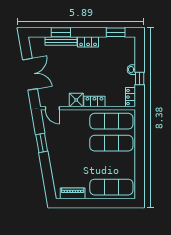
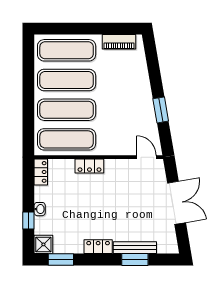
double door: (30, 74) -> (177, 203), swing flipped
window: (140, 78) -> (28, 221), moved
shower: (76, 100) -> (43, 244), moved
exercise mat: (111, 165) -> (67, 80), added

